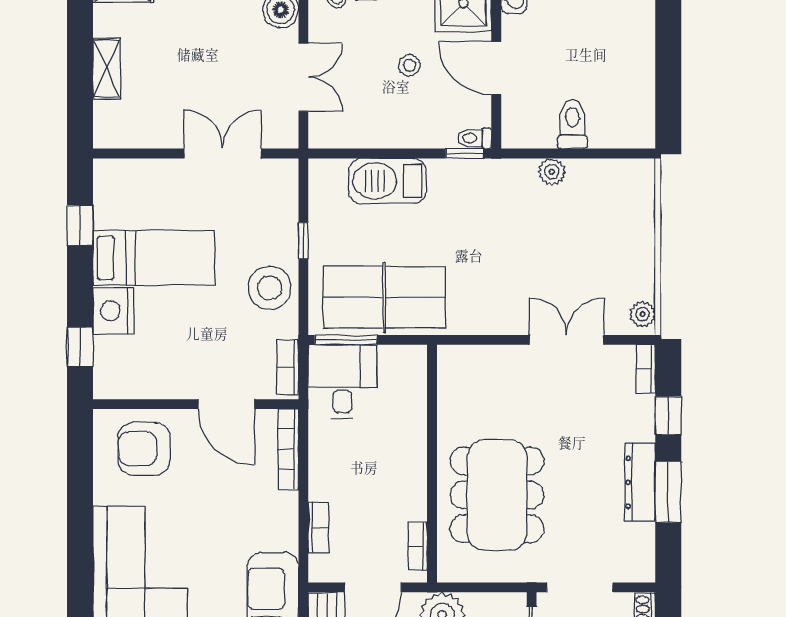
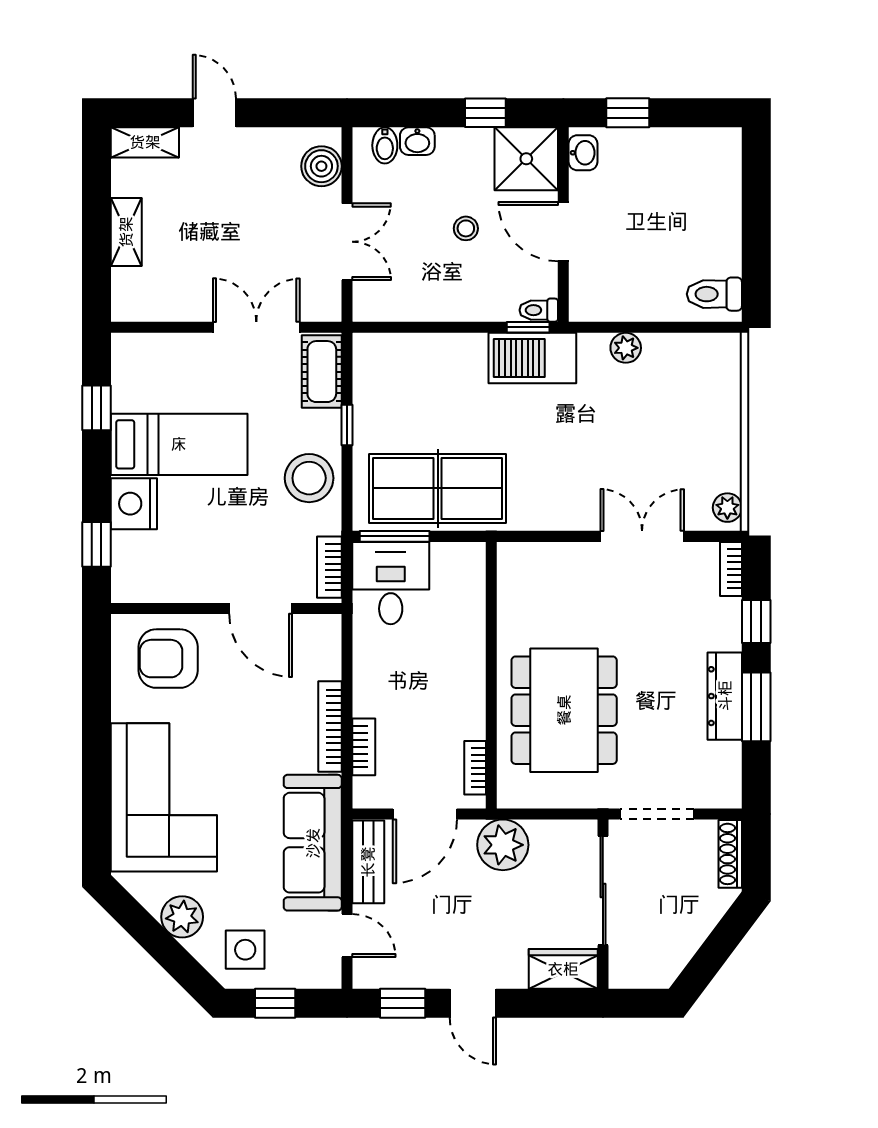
toilet: (572, 124) -> (714, 294), moved, turned -90
barbecue: (387, 181) -> (532, 358), moved
cot: (281, 193) -> (322, 372), added
bookcase: (288, 449) -> (330, 726), moved

